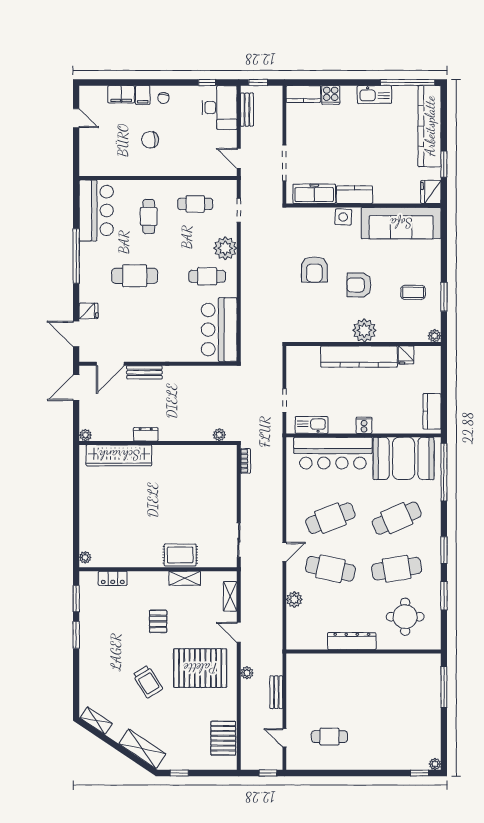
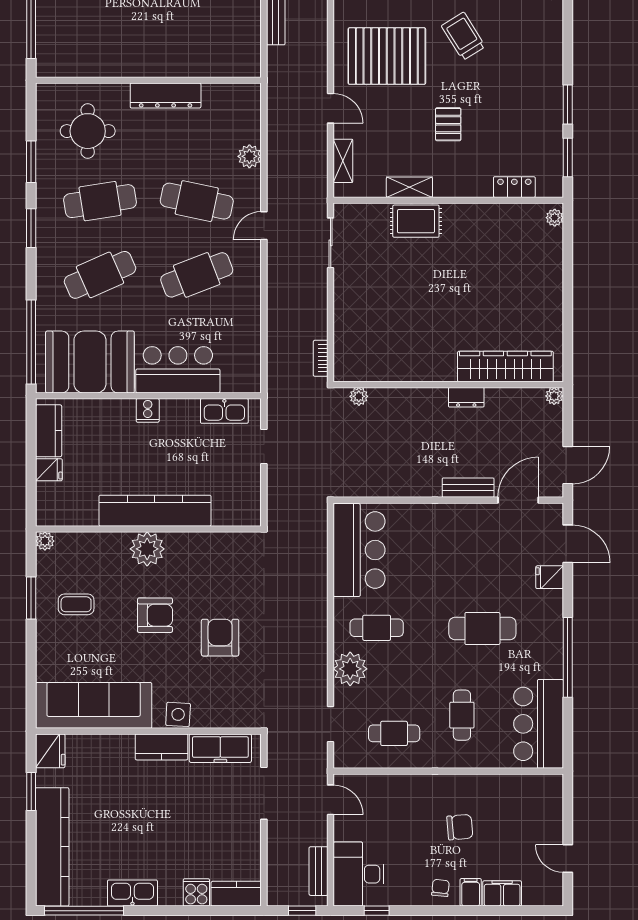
fridge: (406, 355) -> (49, 470), moved, turned 90
bar counter: (333, 453) -> (178, 370), width x0.73
plant: (247, 673) -> (319, 49), removed

